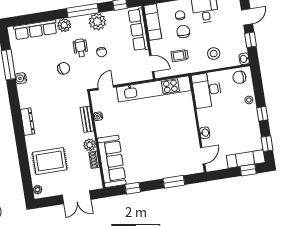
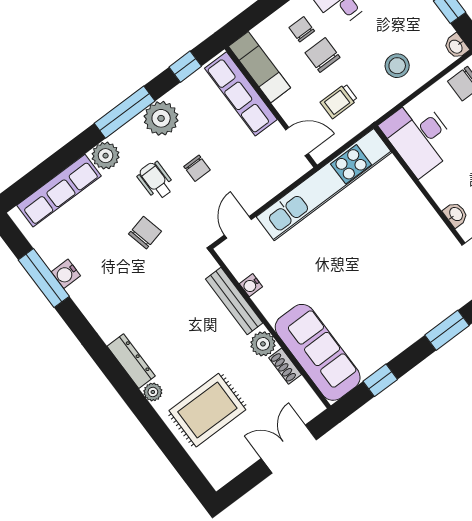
water cooler: (21, 78) -> (66, 274), moved
bench: (87, 119) -> (234, 301), width x1.36
plant: (38, 190) -> (153, 392), moved
double door: (76, 197) -> (289, 449), swing flipped

